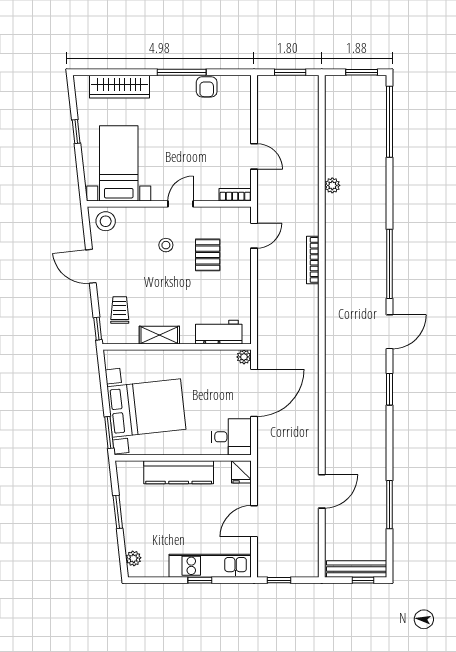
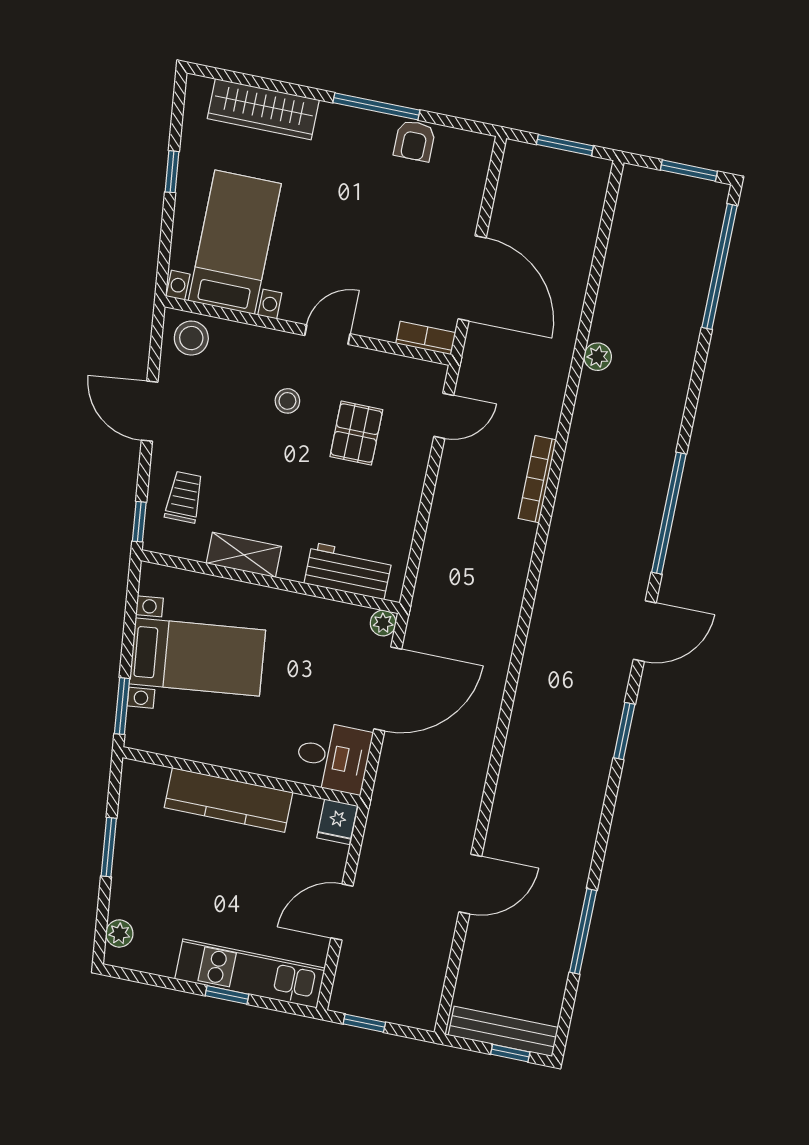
door: (254, 156) -> (472, 278), width x1.88
bed with nightstands: (146, 408) -> (197, 657), width x0.73

